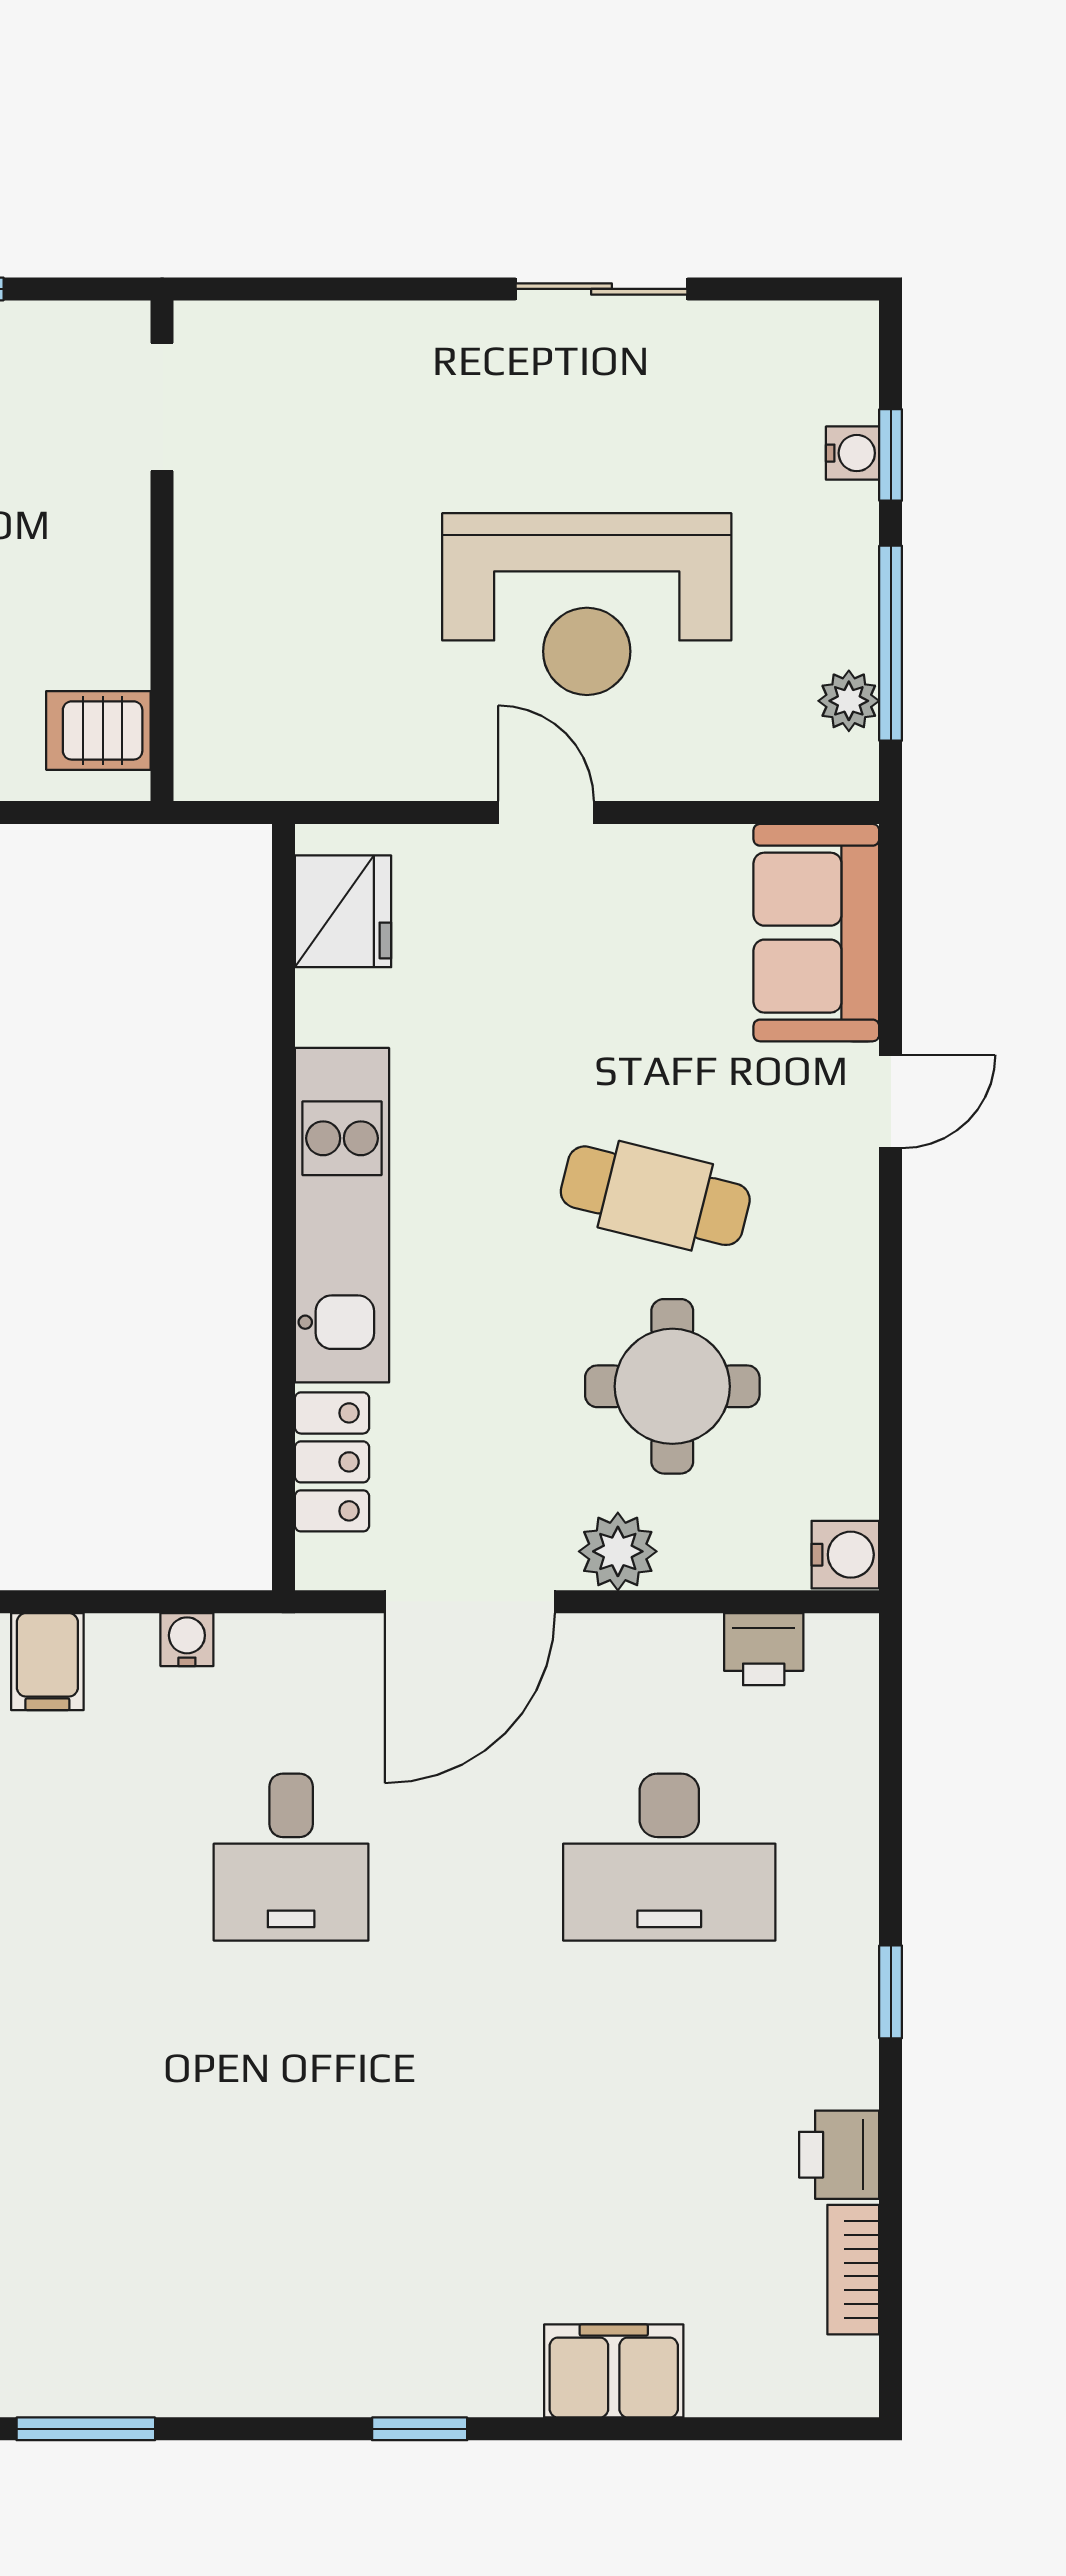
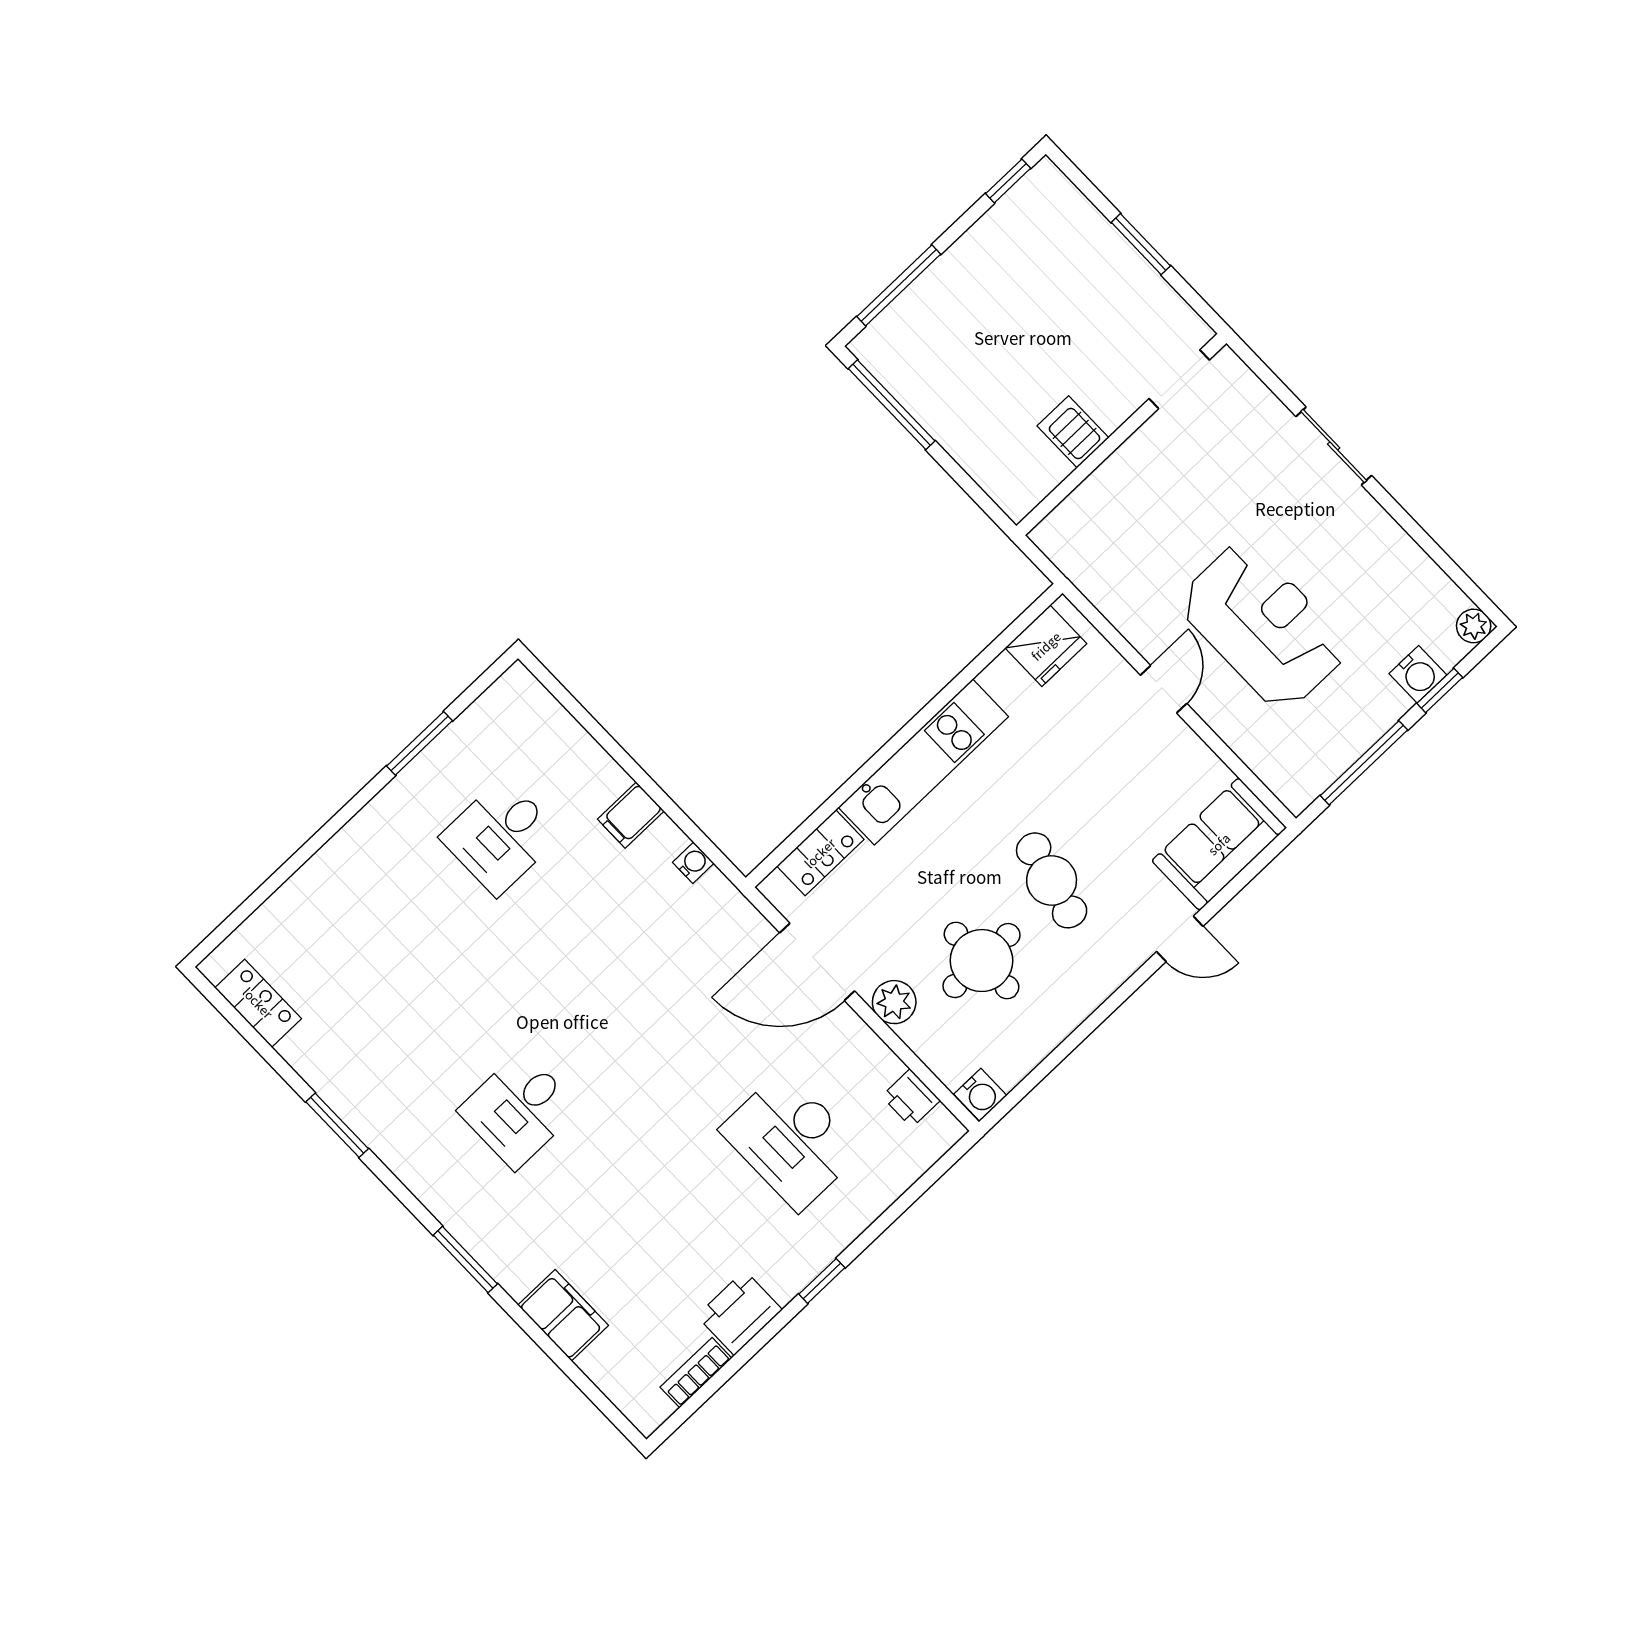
sliding door: (602, 289) -> (1334, 446), moved
water cooler: (853, 453) -> (1418, 674), width x1.38, depth x1.38
reception desk: (587, 604) -> (1263, 626), turned 180
plant: (849, 701) -> (1474, 626), moved
server rack: (98, 730) -> (1073, 432), moved
desk: (291, 1857) -> (519, 1110), moved
printer: (839, 2155) -> (739, 1313), width x1.36, depth x1.24
window: (420, 2429) -> (465, 1259), width x1.50

